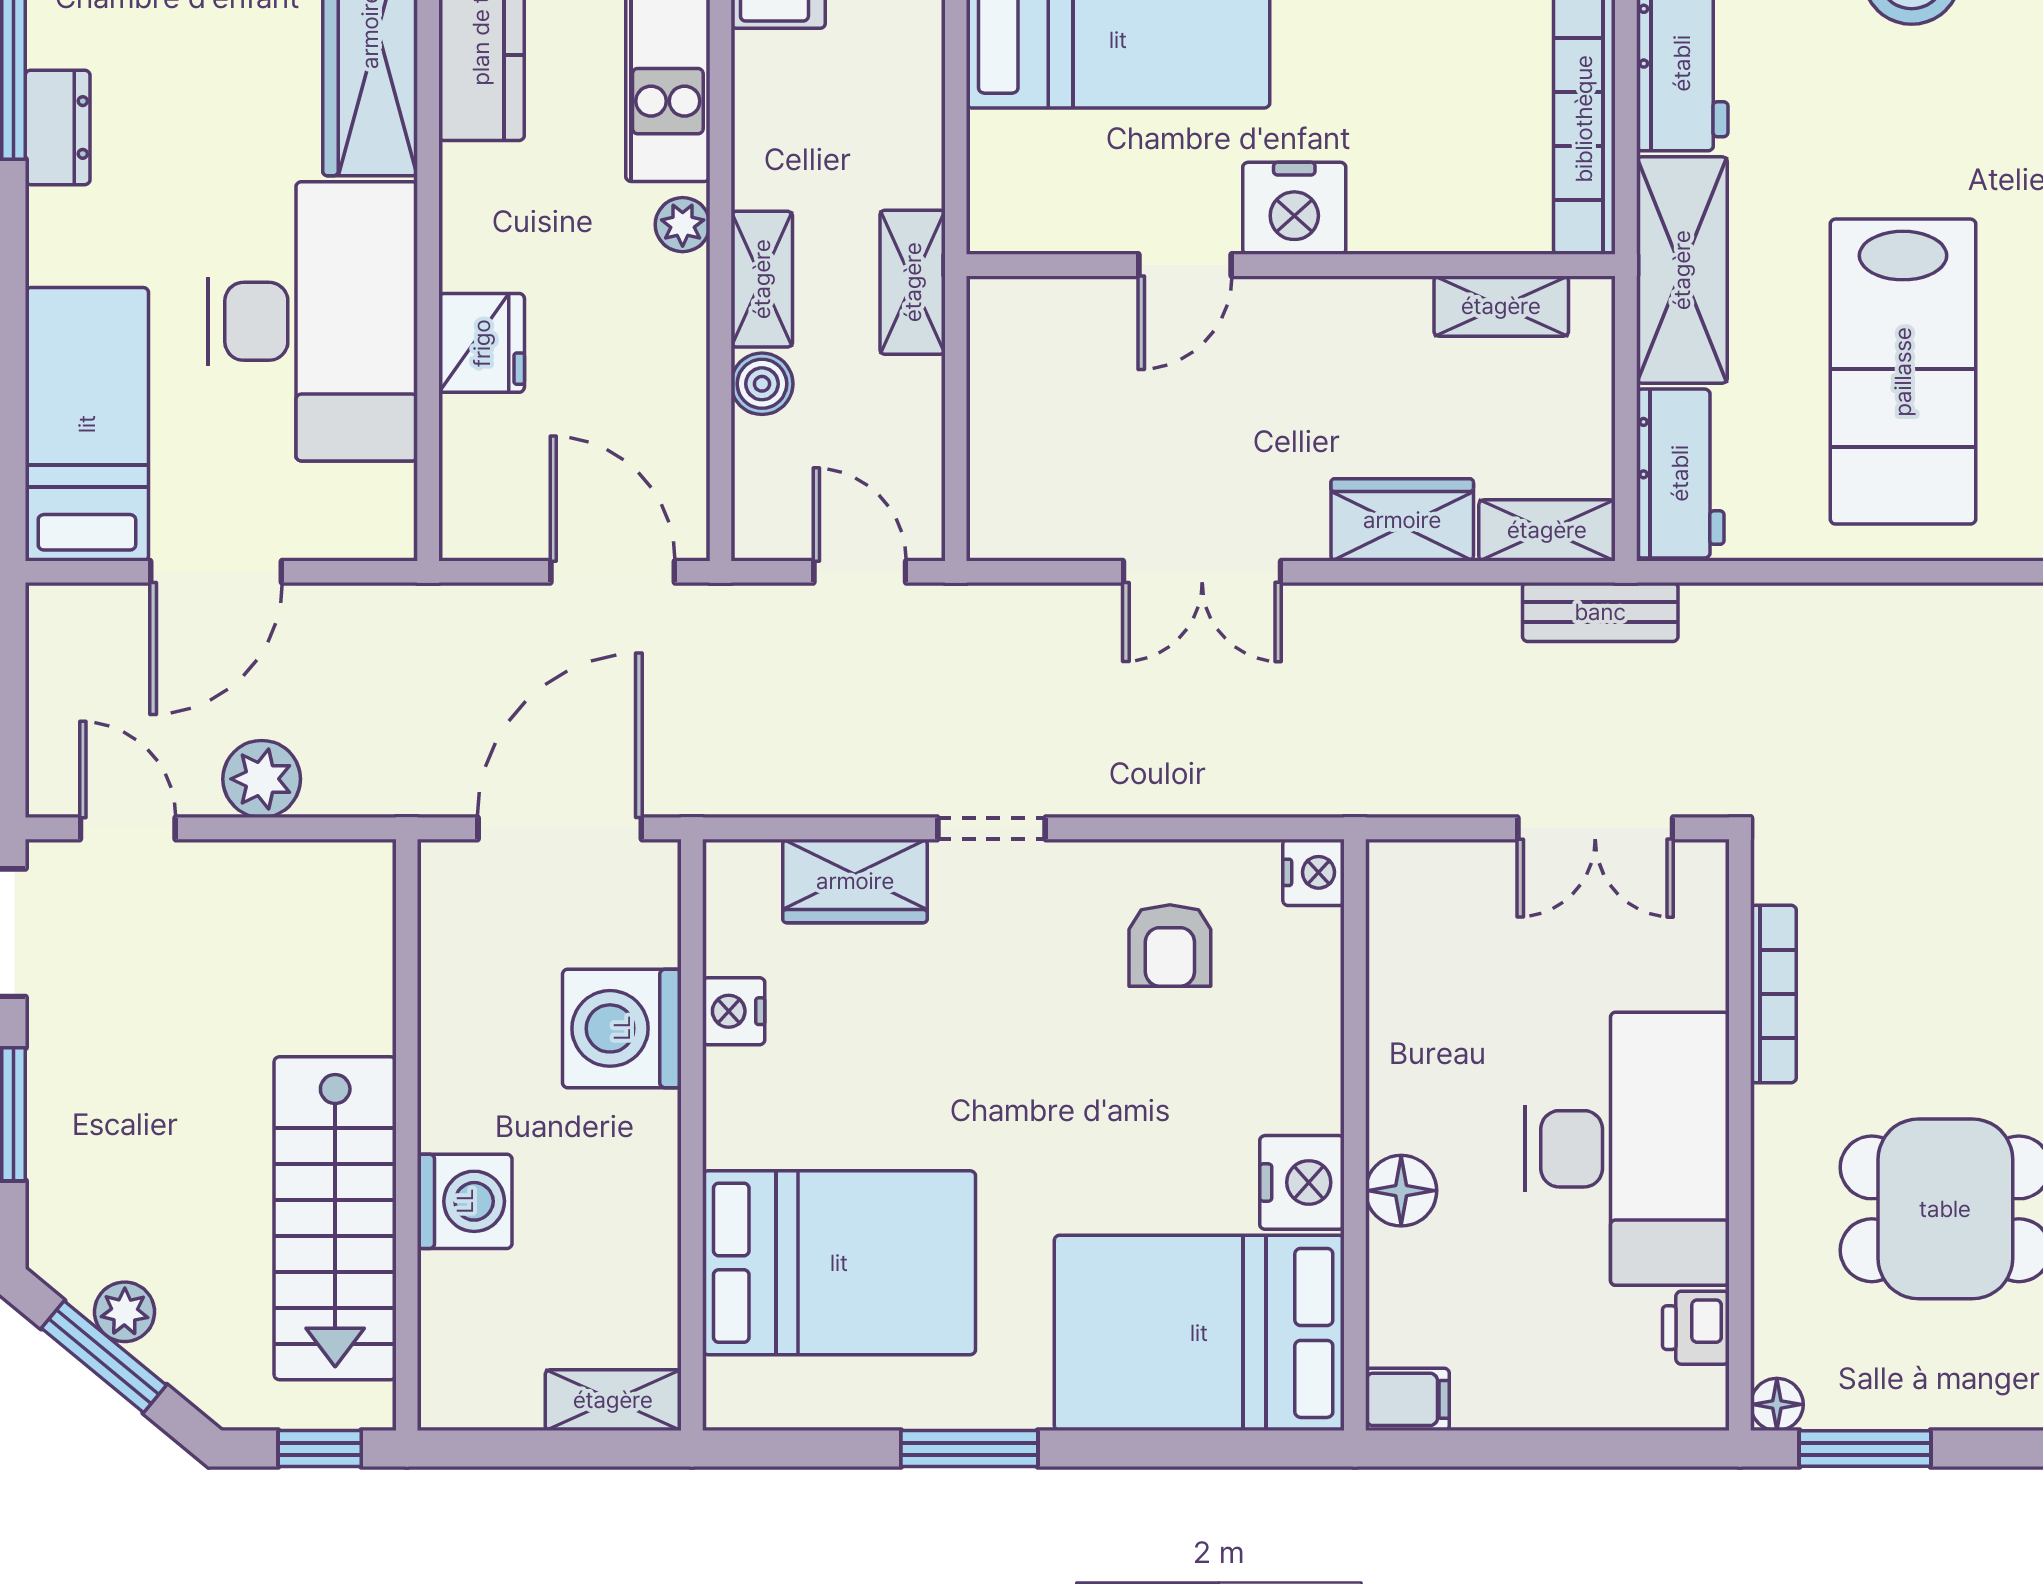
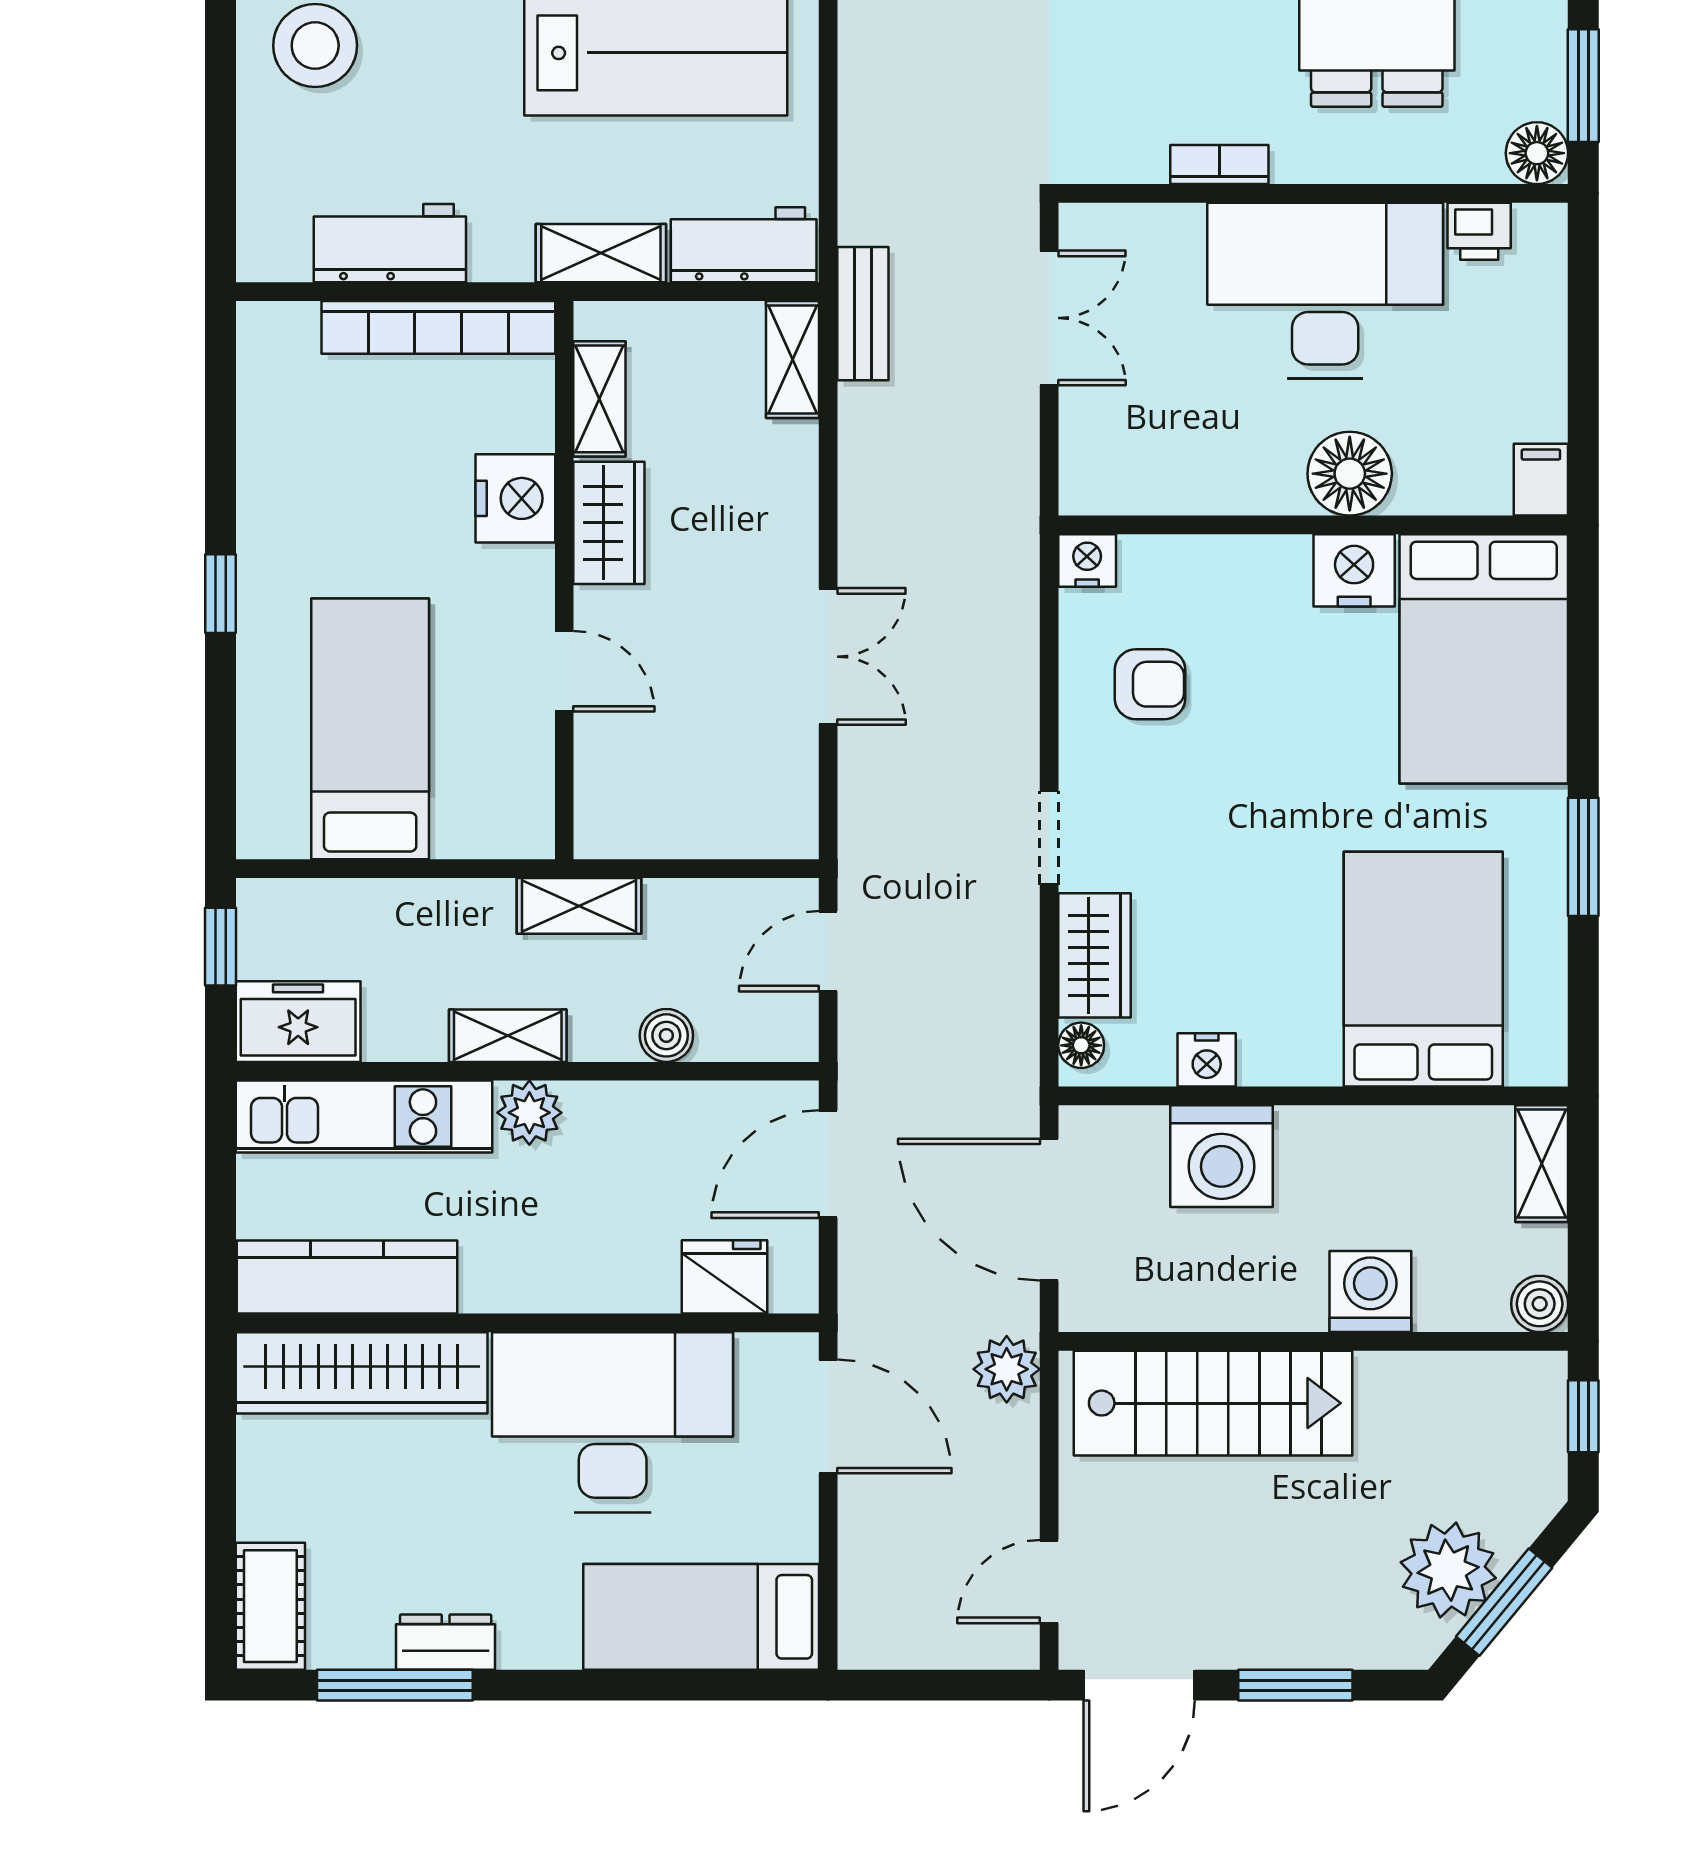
nightstand: (1294, 208) -> (515, 498), moved
plant: (683, 225) -> (529, 1113), width x1.38, depth x1.38
shelving: (1682, 270) -> (601, 253), width x0.67, depth x0.75
shelving: (762, 279) -> (508, 1036), moved
fridge: (482, 343) -> (725, 1277), moved
wardrobe: (1402, 520) -> (609, 523), moved, turned 180
door: (216, 572) -> (828, 1416), moved
plant: (262, 779) -> (1007, 1369), moved
floor lamp: (751, 865) -> (1081, 1045), added
bookcase: (1773, 994) -> (1219, 165), width x0.64
floor lamp: (1401, 1191) -> (1350, 474), width x1.38, depth x1.38
stairs: (335, 1218) -> (1213, 1403), moved
plant: (125, 1312) -> (1448, 1570), width x1.88, depth x1.88
boiler: (450, 1398) -> (1540, 1304), added
floor lamp: (1777, 1404) -> (1537, 153), width x1.37, depth x1.37

